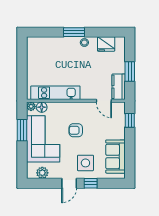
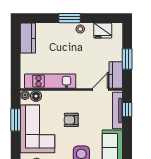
kitchen counter: (34, 51) -> (28, 38), added
door: (104, 101) -> (100, 89), swing flipped
tv unit: (120, 121) -> (118, 111), added

